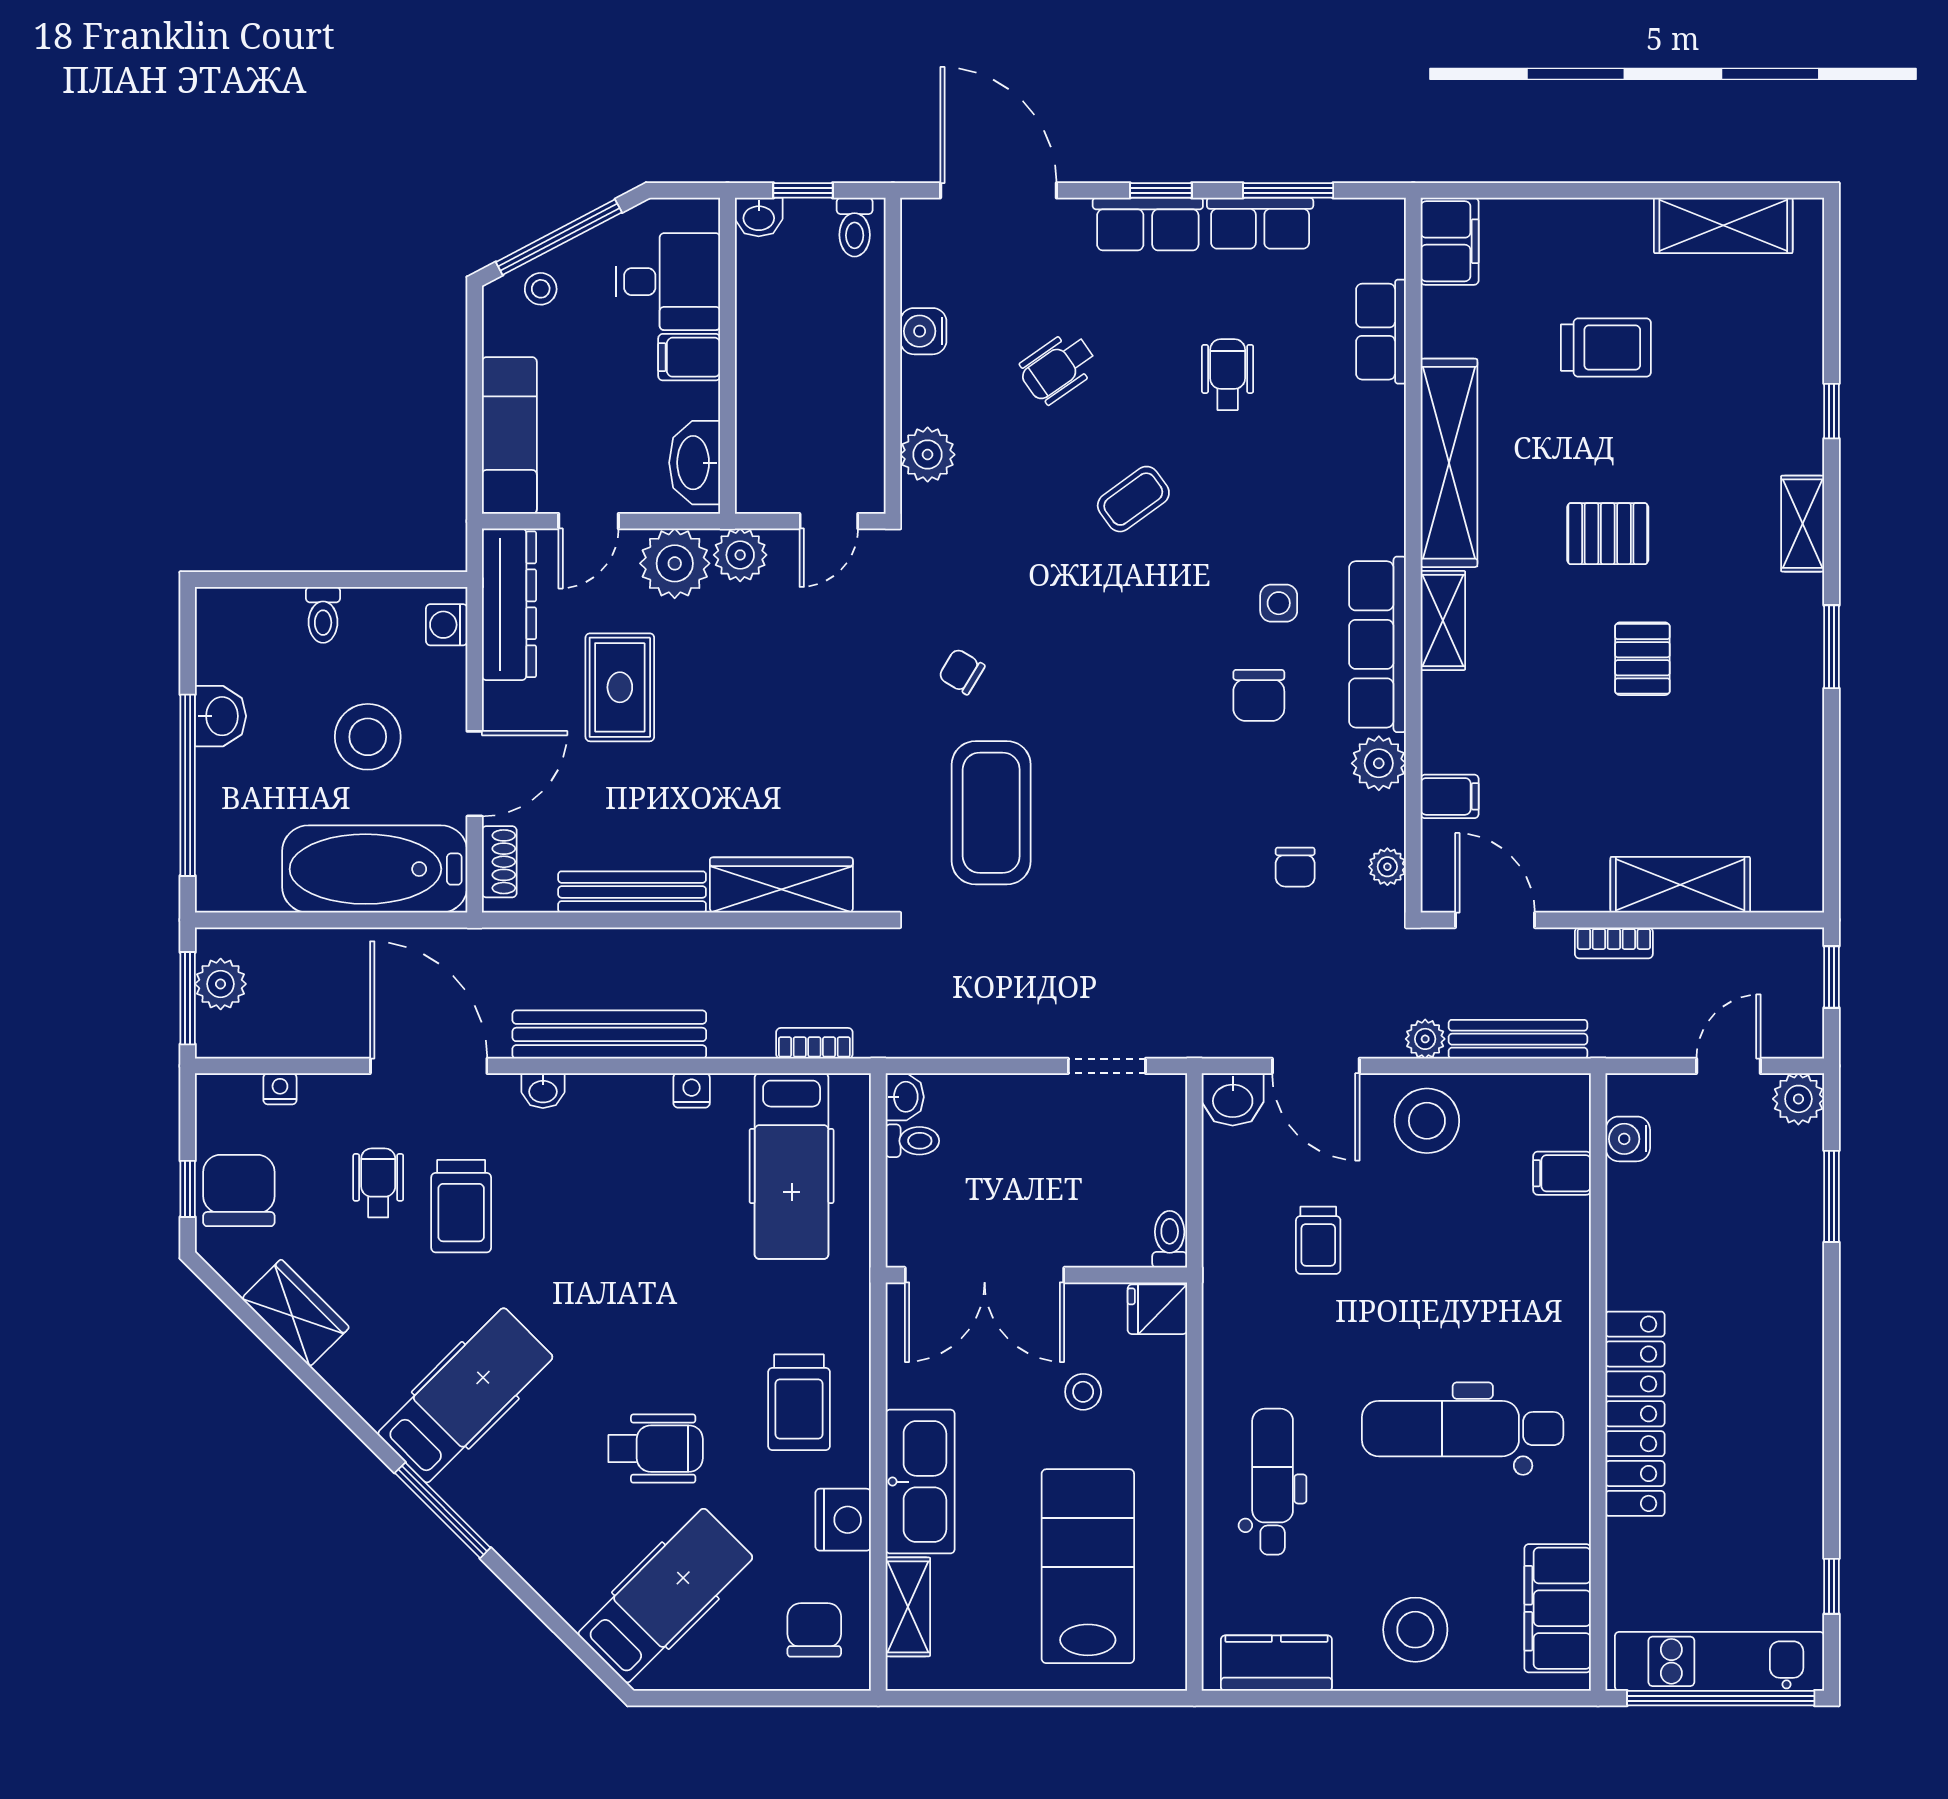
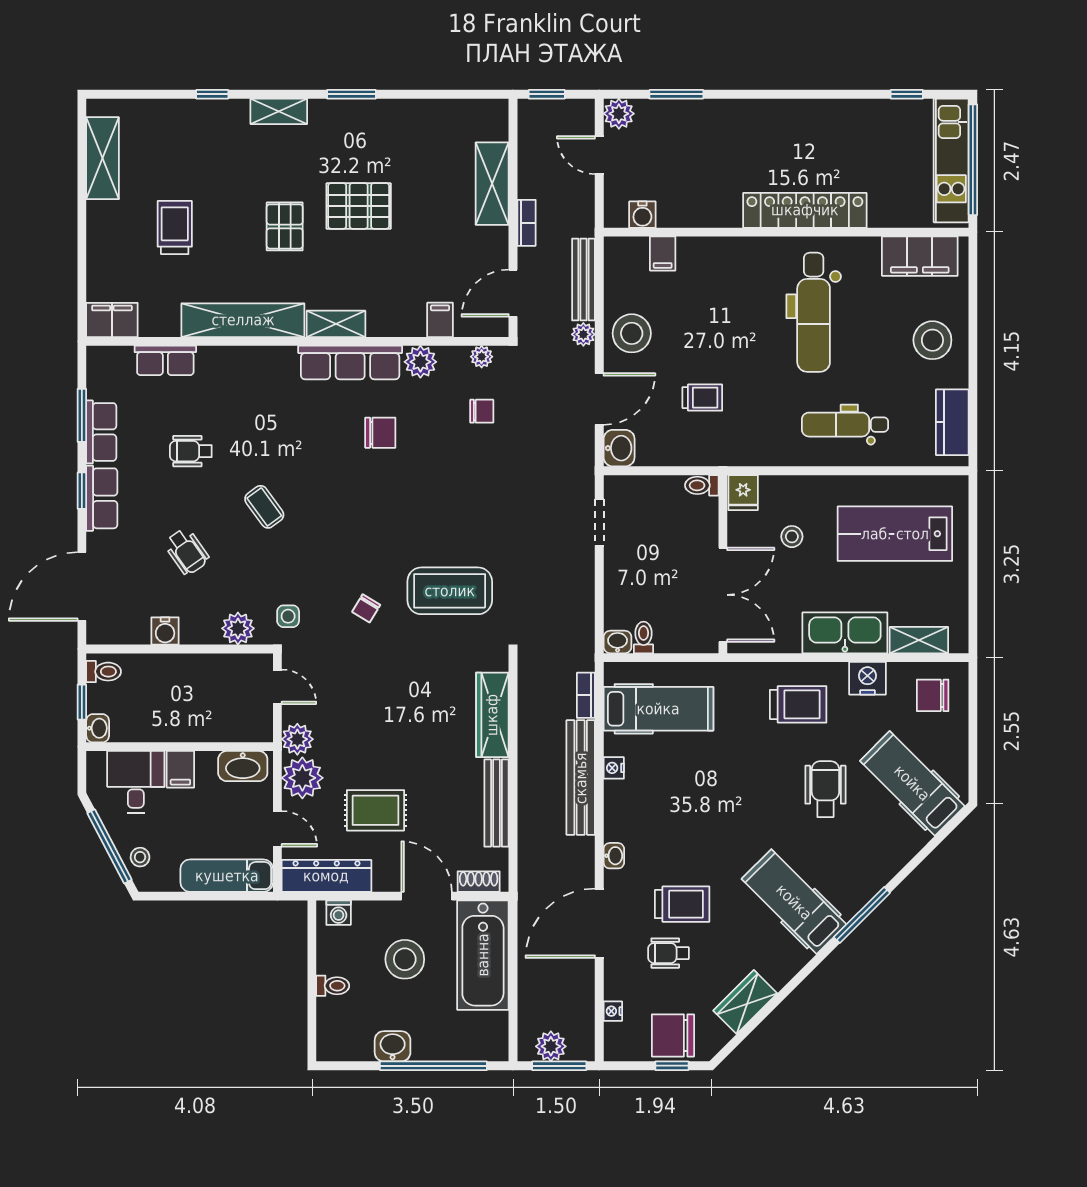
side table: (1279, 603) -> (288, 616), moved
pallet: (1642, 659) -> (359, 206), width x1.50, depth x1.42
bench: (609, 1034) -> (581, 778), moved

